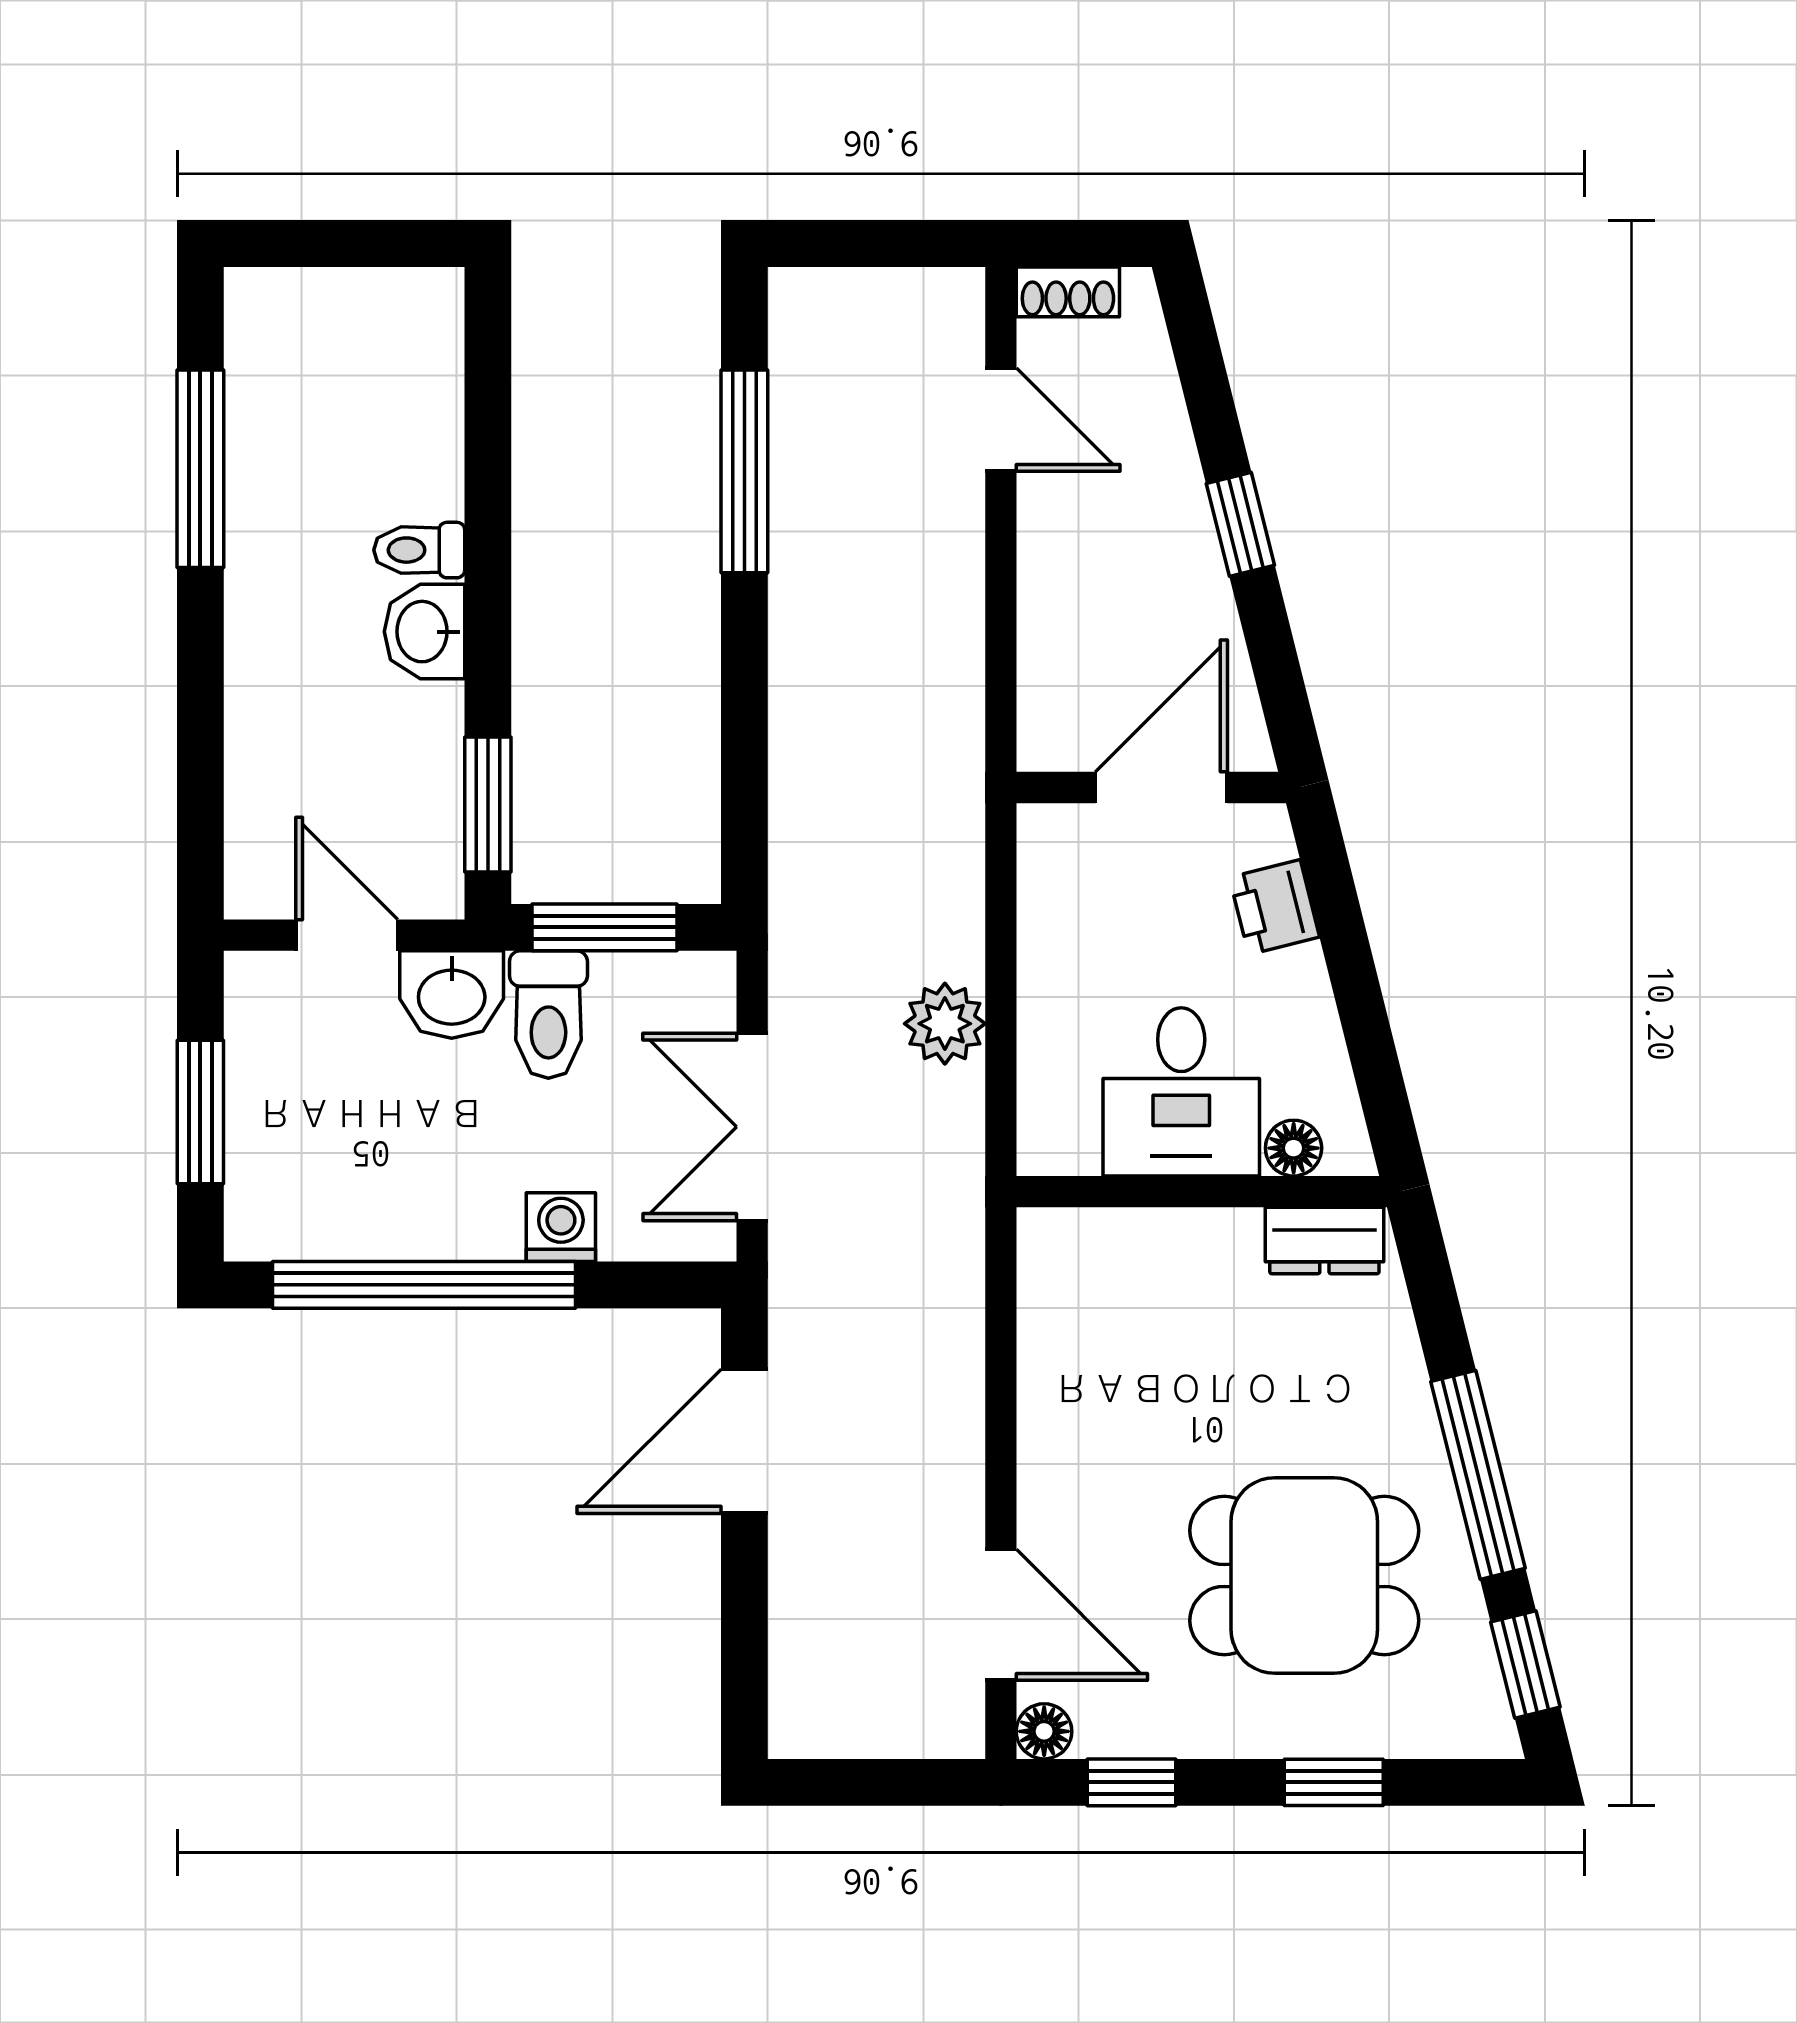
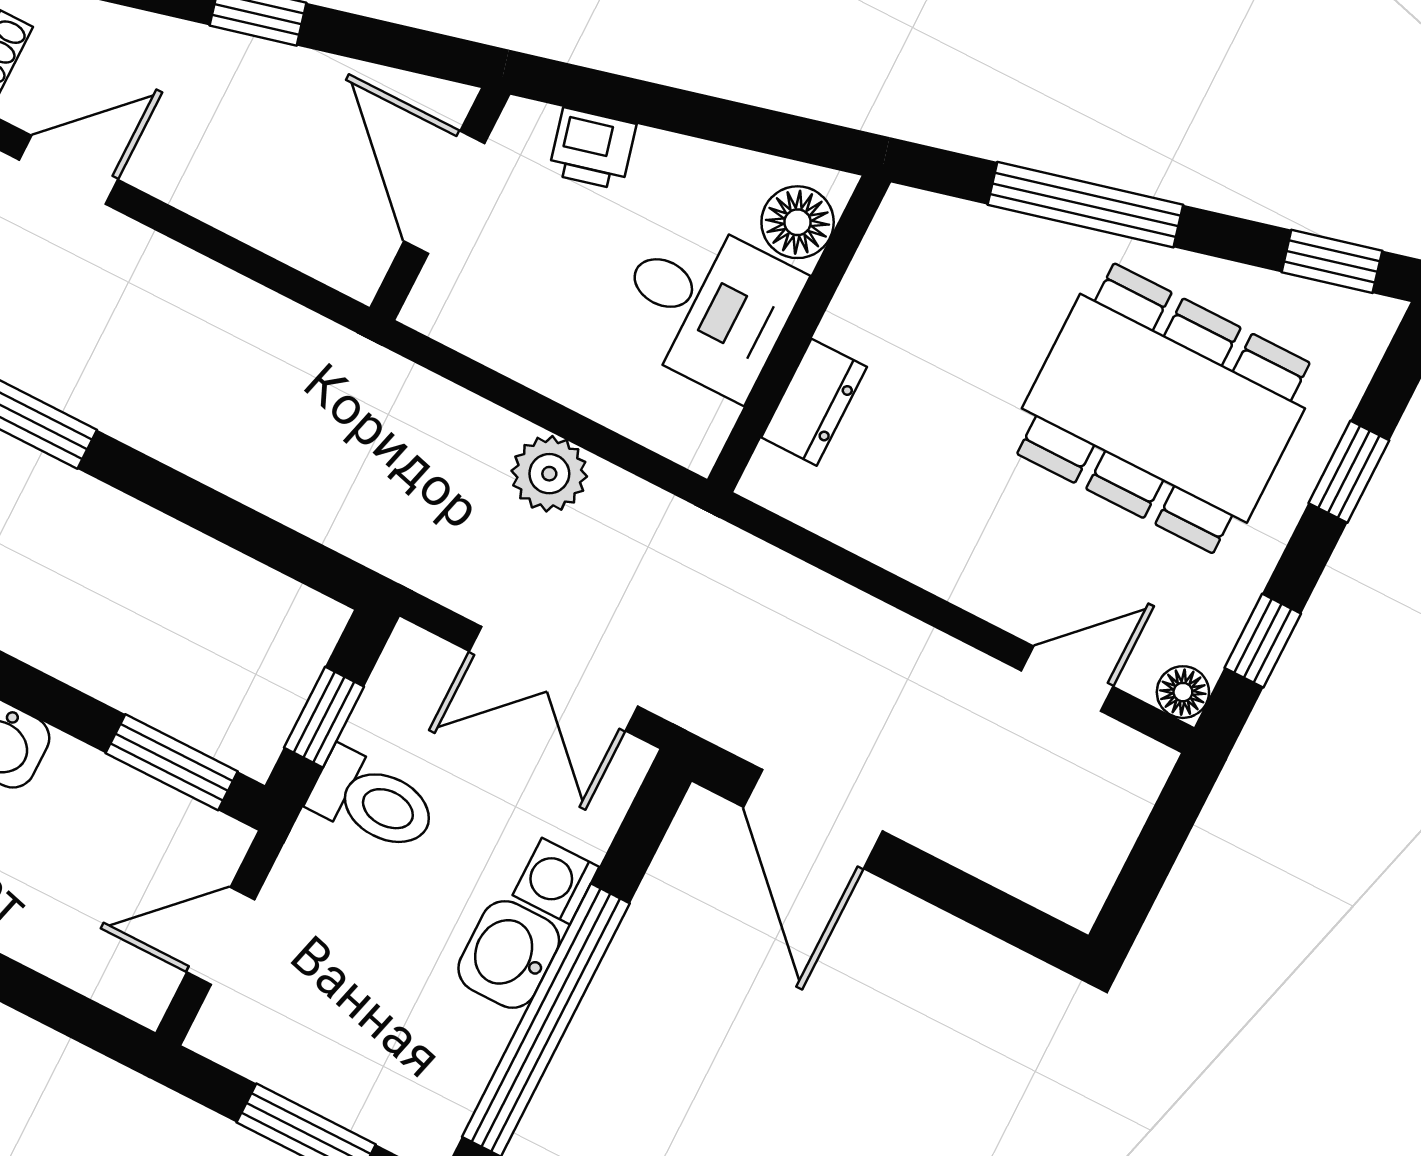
window: (605, 927) -> (324, 717), width x0.67
washbasin: (452, 995) -> (509, 954), moved, turned 180
floor lamp: (1294, 1148) -> (798, 222), width x1.37, depth x1.37
dresser: (1324, 1240) -> (814, 402), moved
window: (1478, 1475) -> (1085, 205), moved
dining table: (1304, 1575) -> (1163, 408), width x1.38
door: (1001, 1615) -> (1067, 679), width x0.73

